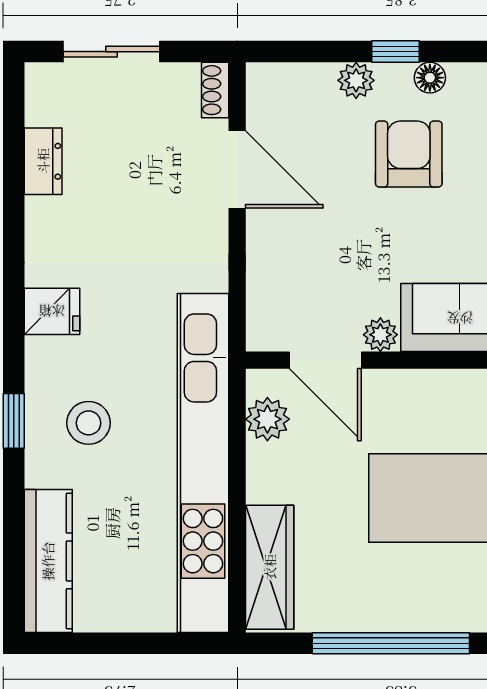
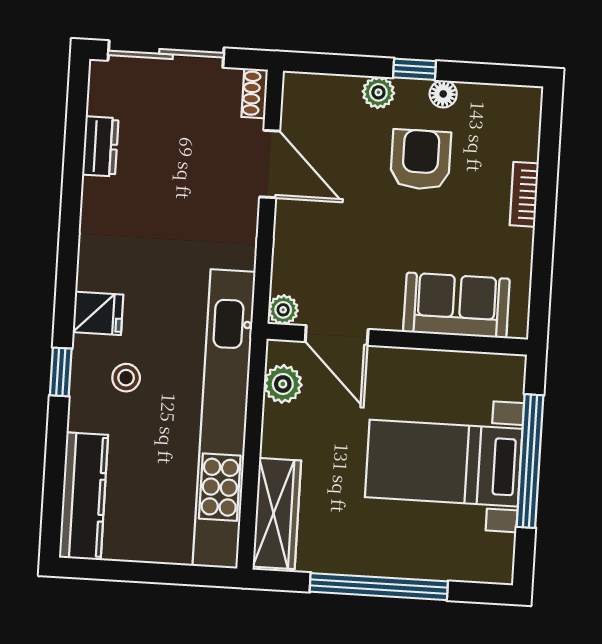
sliding door: (111, 52) -> (166, 54), width x1.37
fridge: (52, 311) -> (98, 313), moved
plant: (380, 335) -> (283, 310), moved
stool: (88, 423) -> (126, 378), width x0.73, depth x0.73

